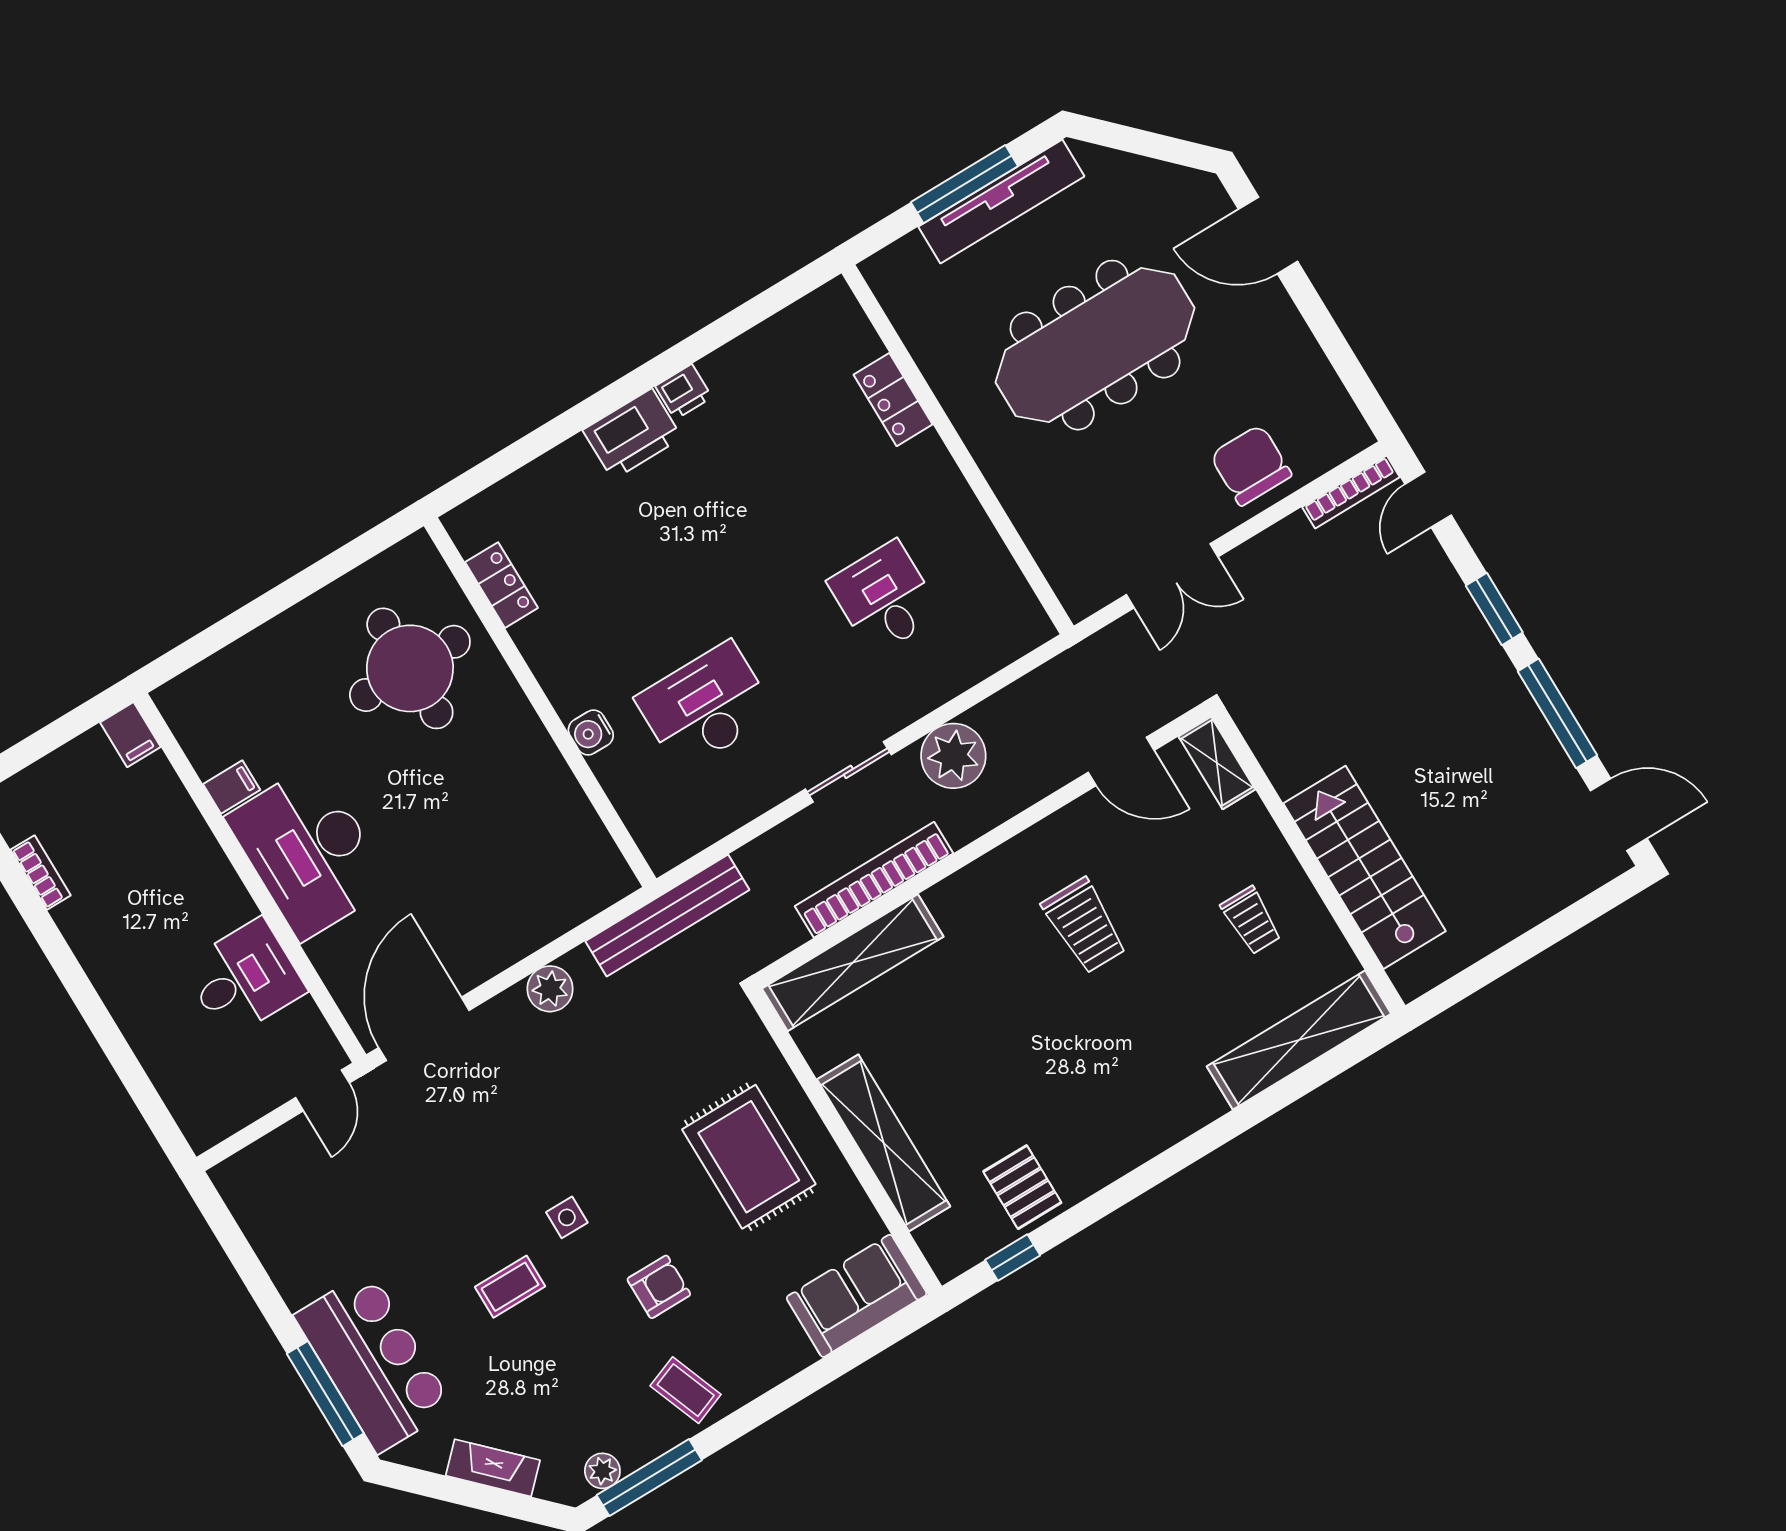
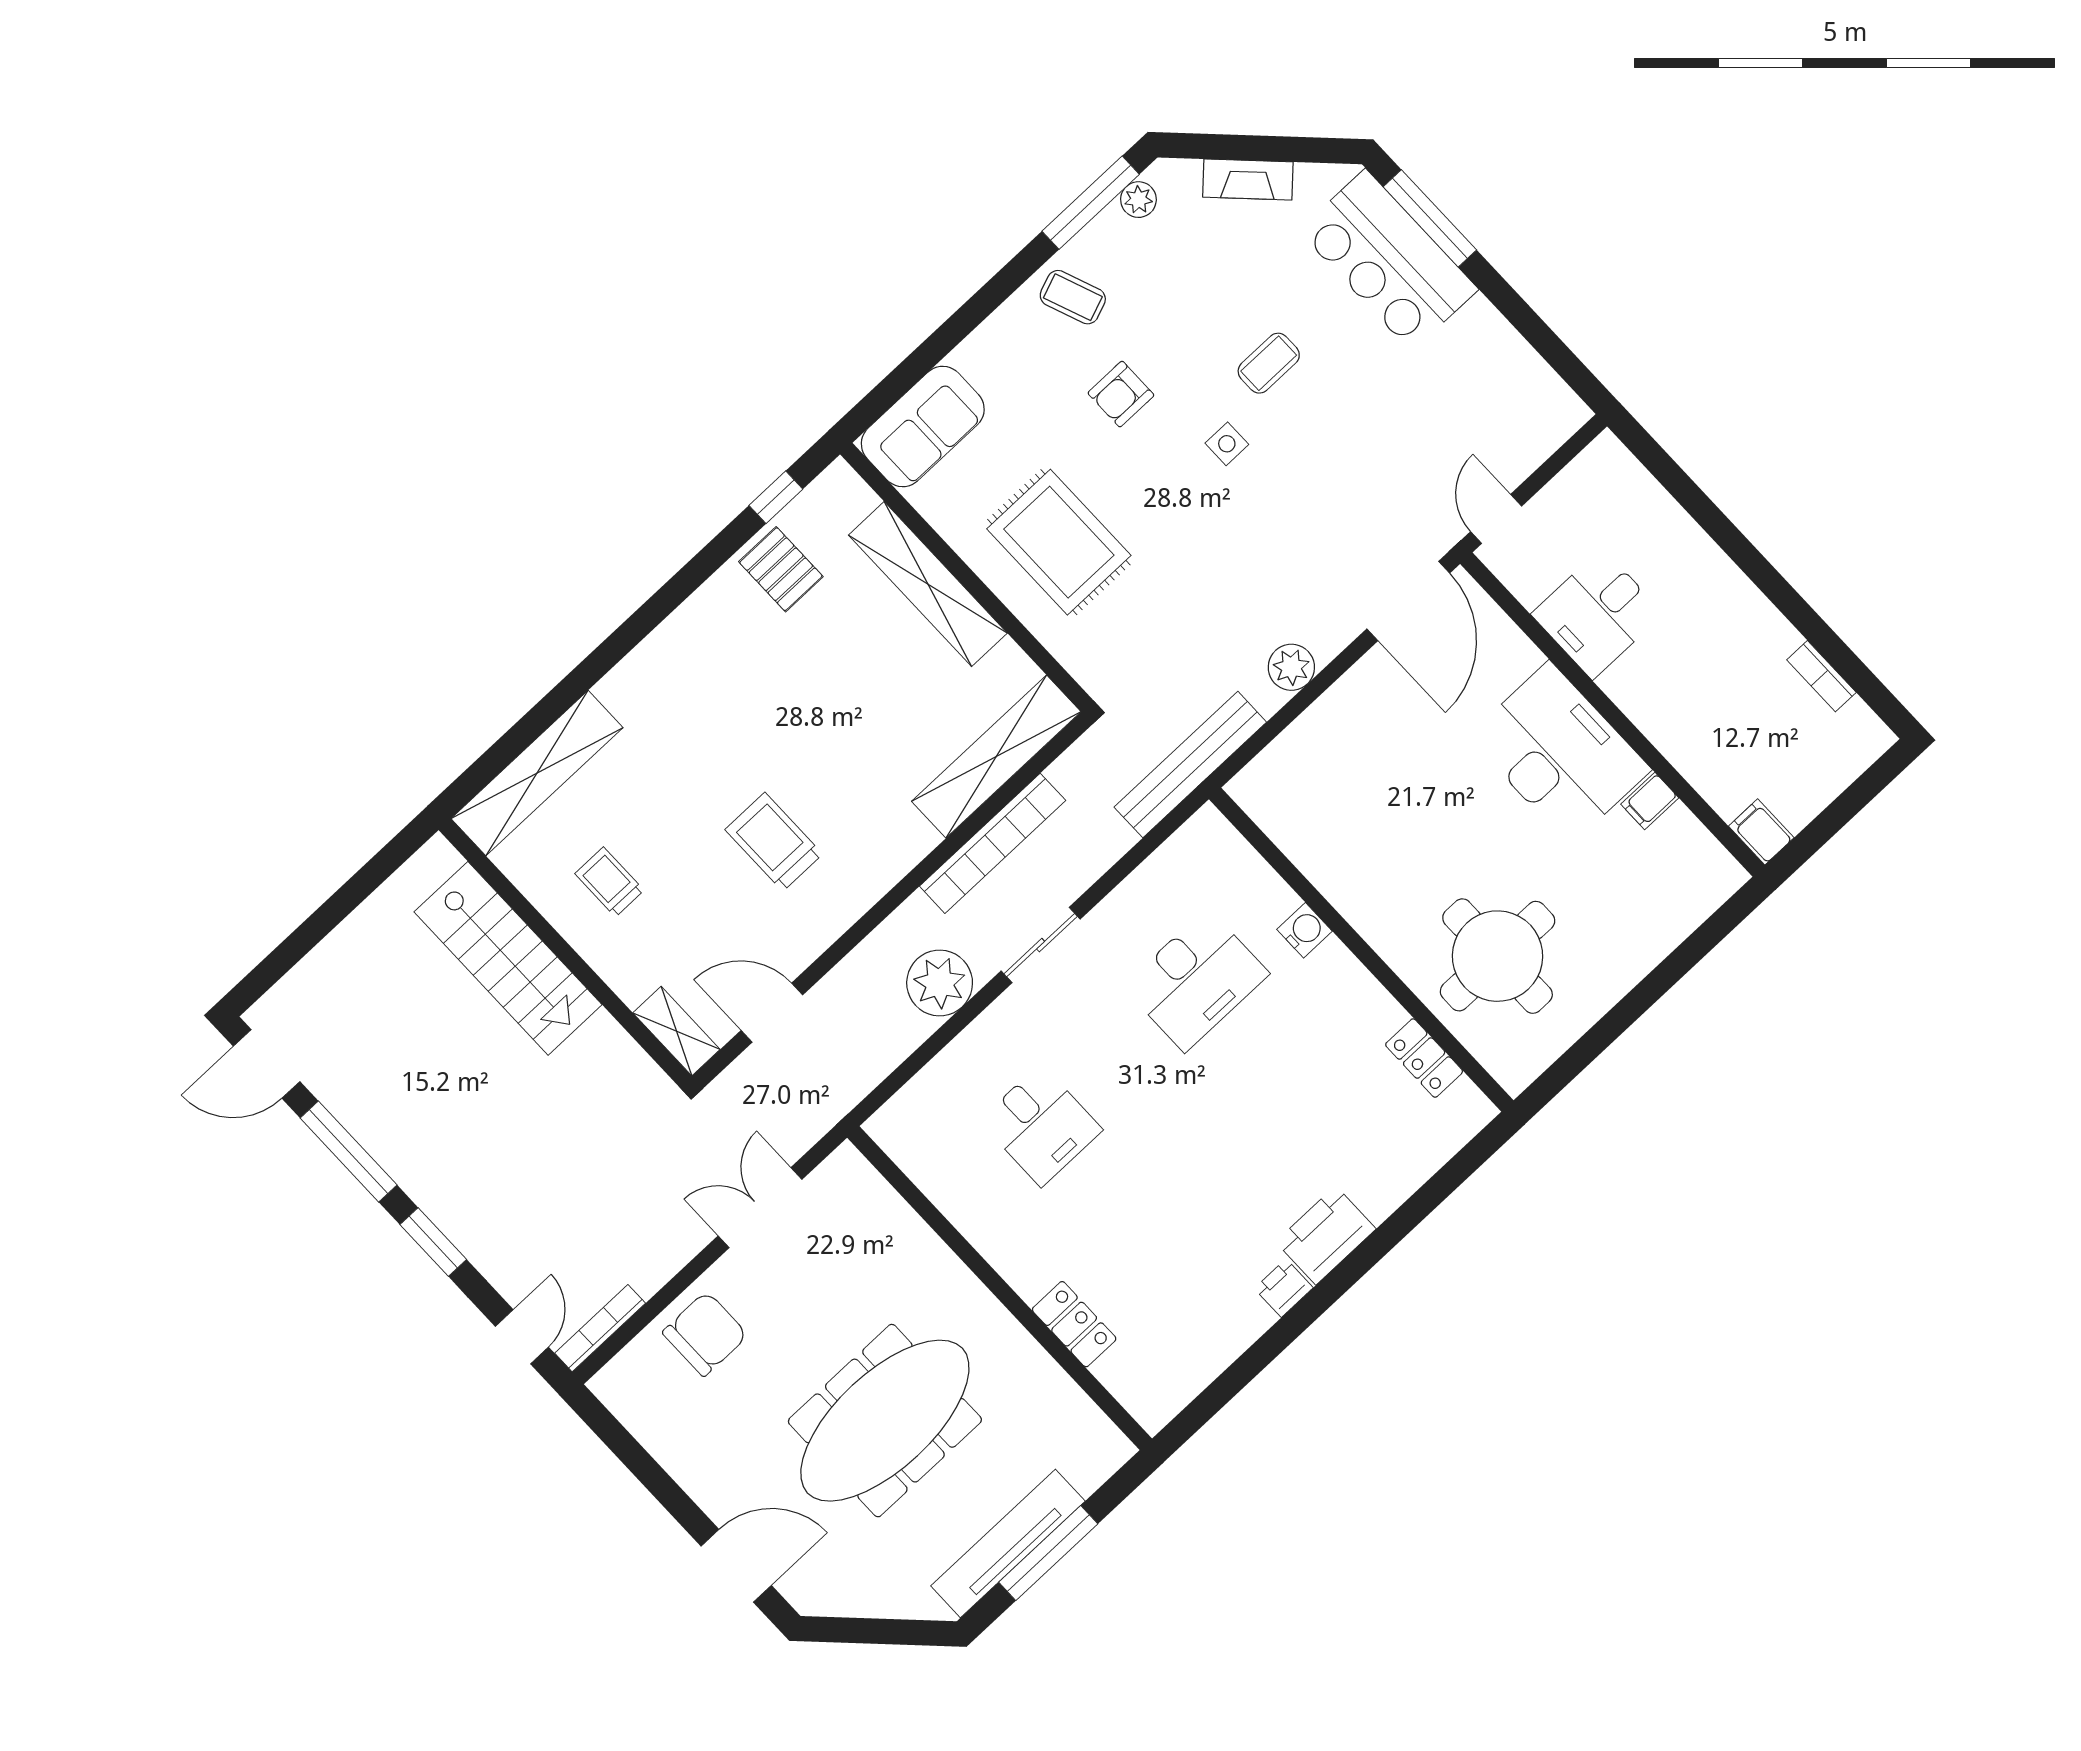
chair: (1251, 465) -> (705, 1334), turned -90

